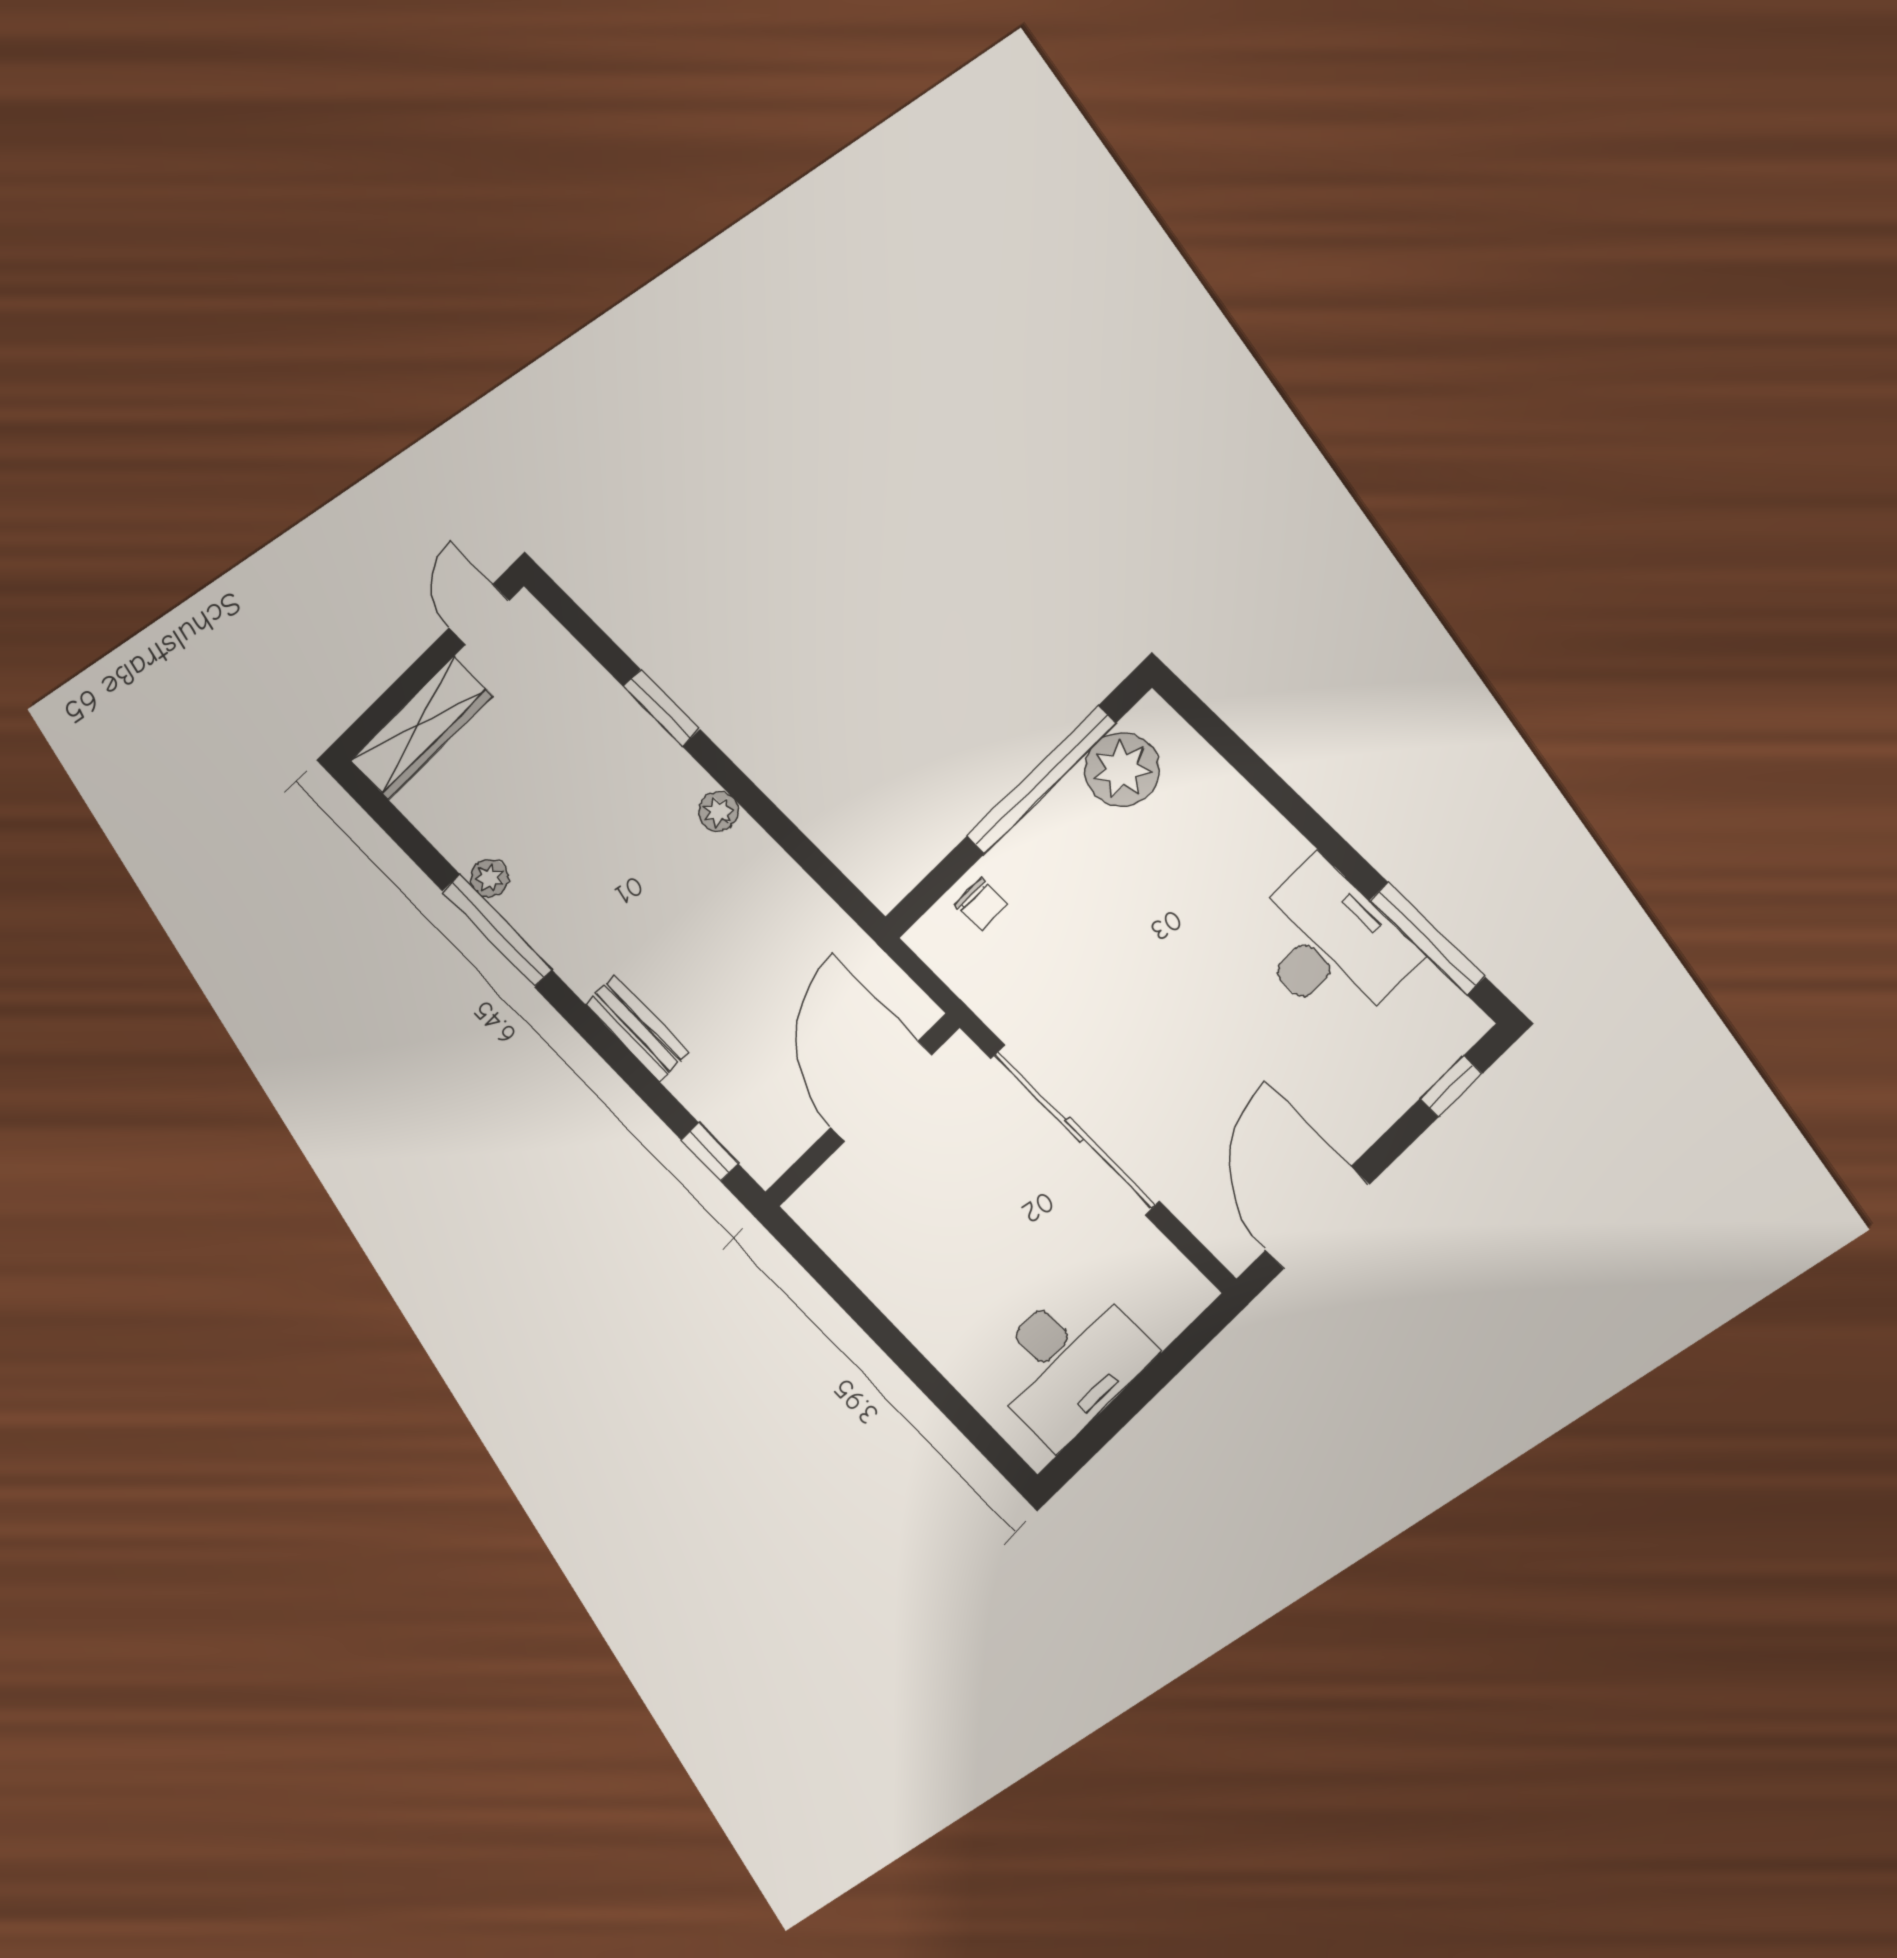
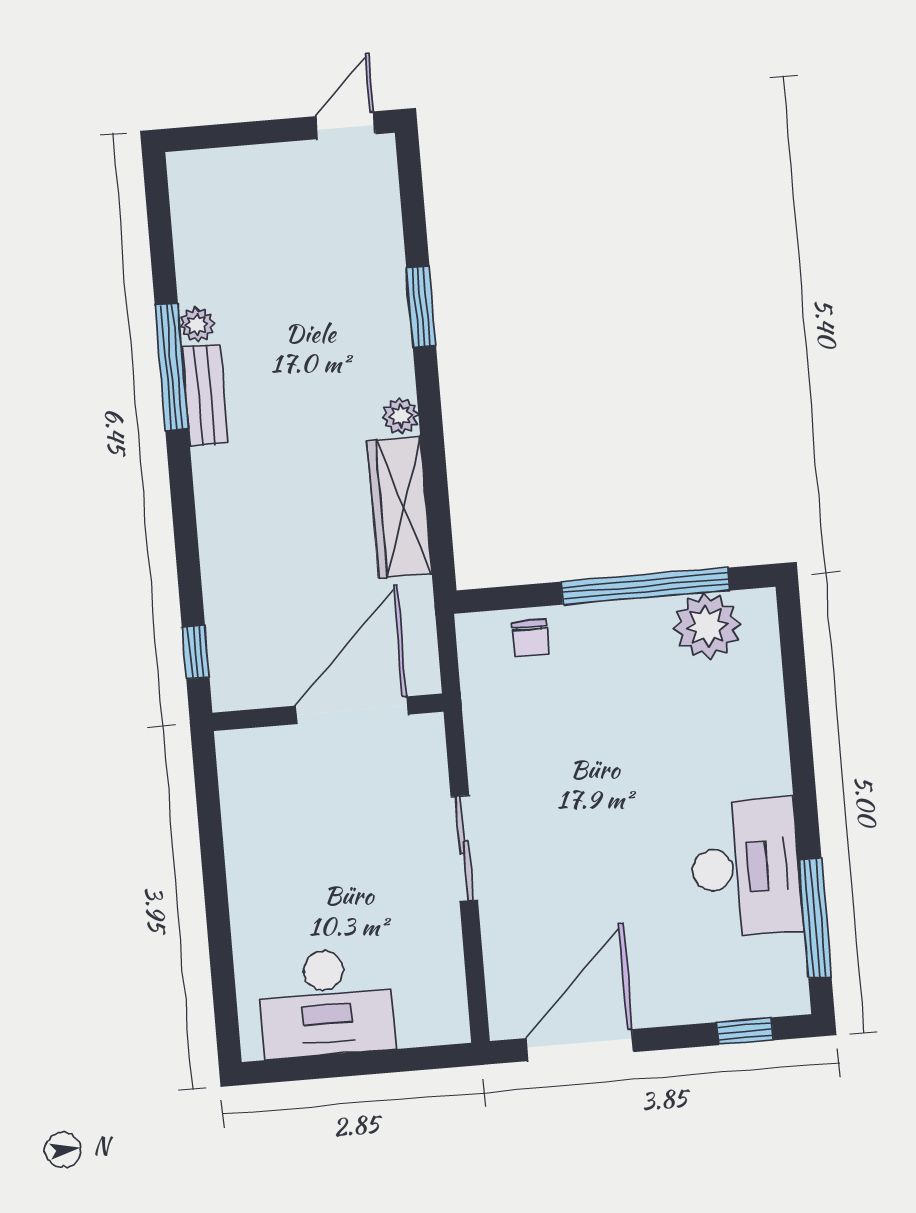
wardrobe: (421, 728) -> (400, 507), moved, turned 90
bench: (637, 1028) -> (205, 395), moved
sliding door: (1075, 1130) -> (464, 848), width x0.54

